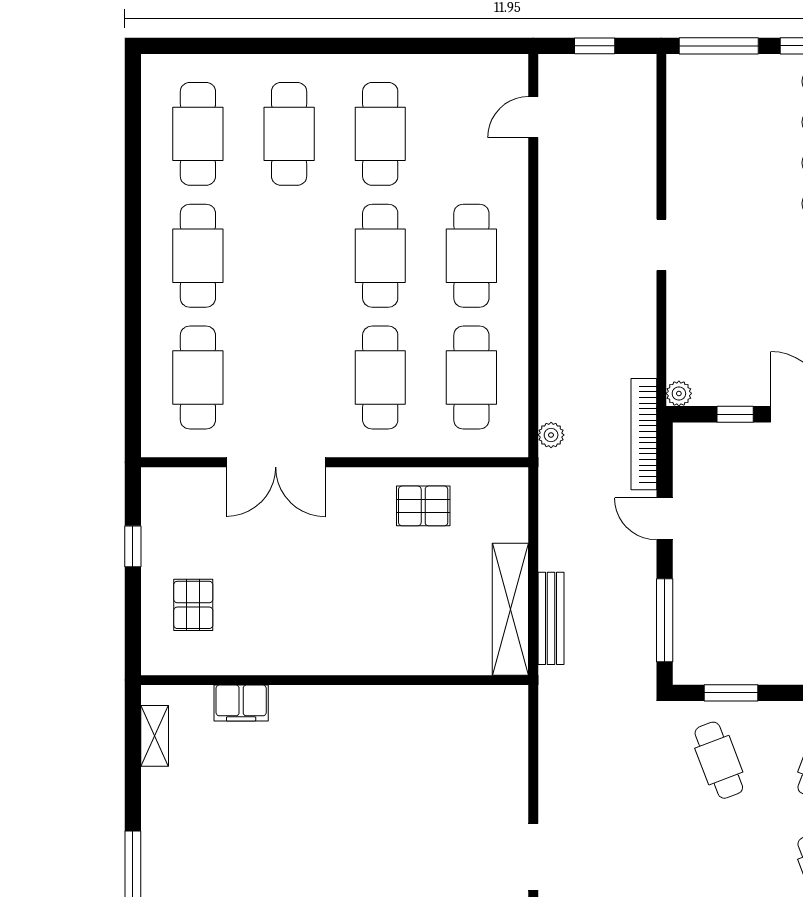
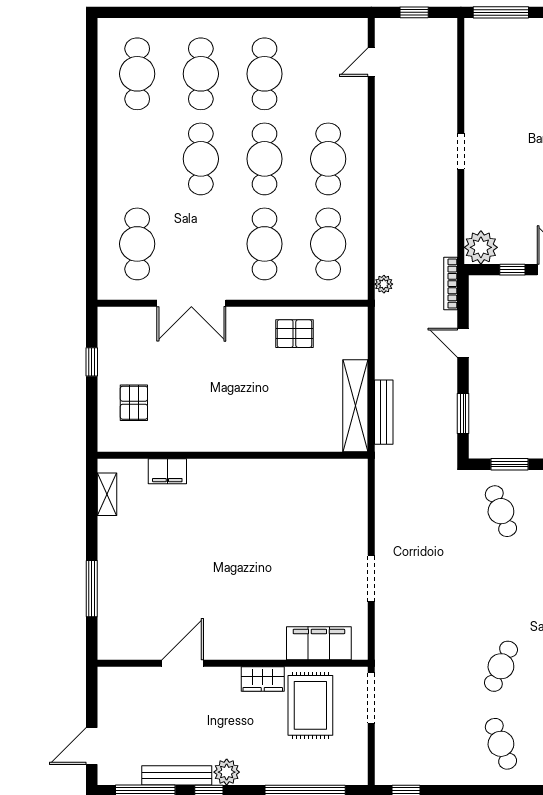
cafe table: (198, 256) -> (201, 159), moved
plant: (679, 393) -> (481, 247), width x1.88, depth x1.88
bookcase: (644, 434) -> (451, 284), width x0.68, depth x0.76
window: (665, 620) -> (463, 413), width x0.69

